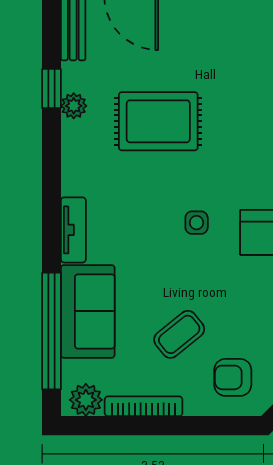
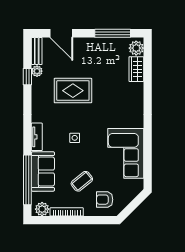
plant: (74, 106) -> (37, 71), moved
side table: (197, 223) -> (75, 138), moved

